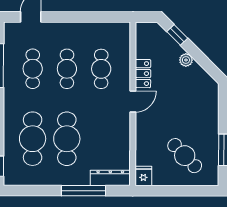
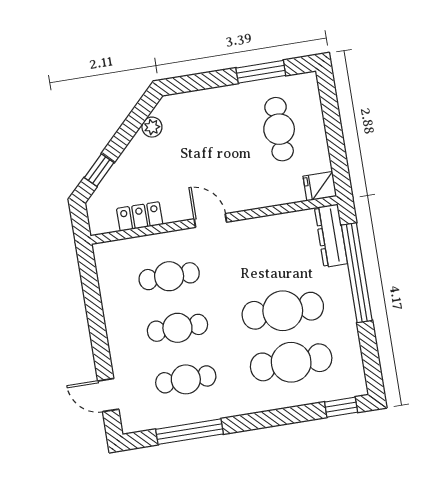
plant: (186, 60) -> (152, 127), moved
locker: (143, 74) -> (140, 216), moved
cafe table: (185, 156) -> (279, 129), turned -46
window: (84, 191) -> (357, 273), width x1.46

